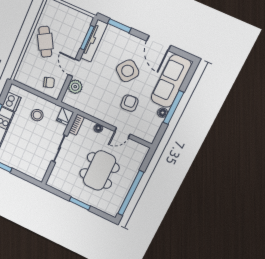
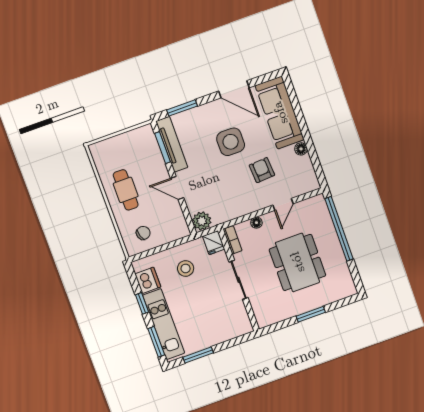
cafe table: (45, 42) -> (126, 190), turned 30
side table: (128, 71) -> (231, 142), turned -37
chair: (49, 83) -> (143, 233), moved
plant: (75, 87) -> (202, 221), moved
window: (173, 107) -> (306, 134), removed
window: (131, 193) -> (339, 229), moved

